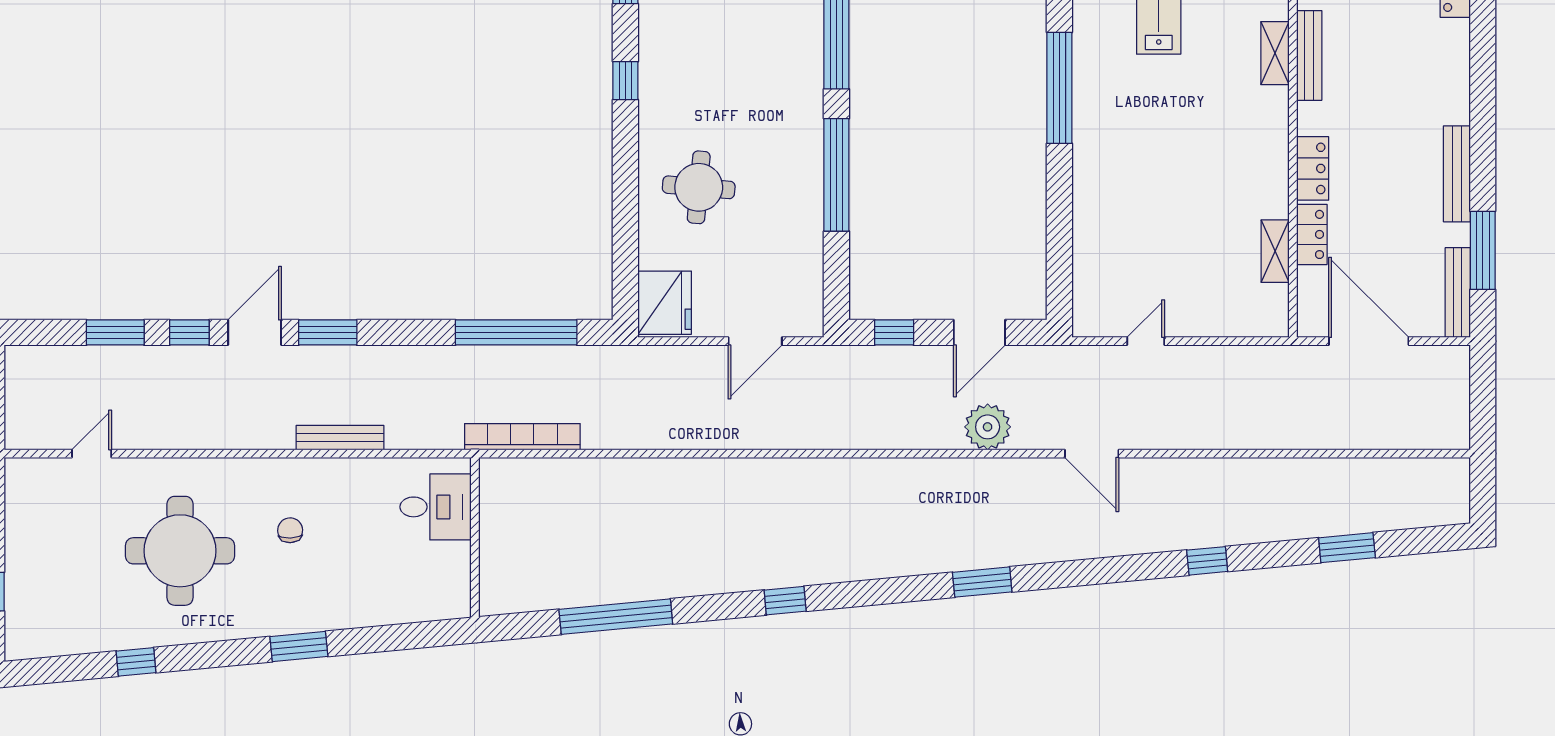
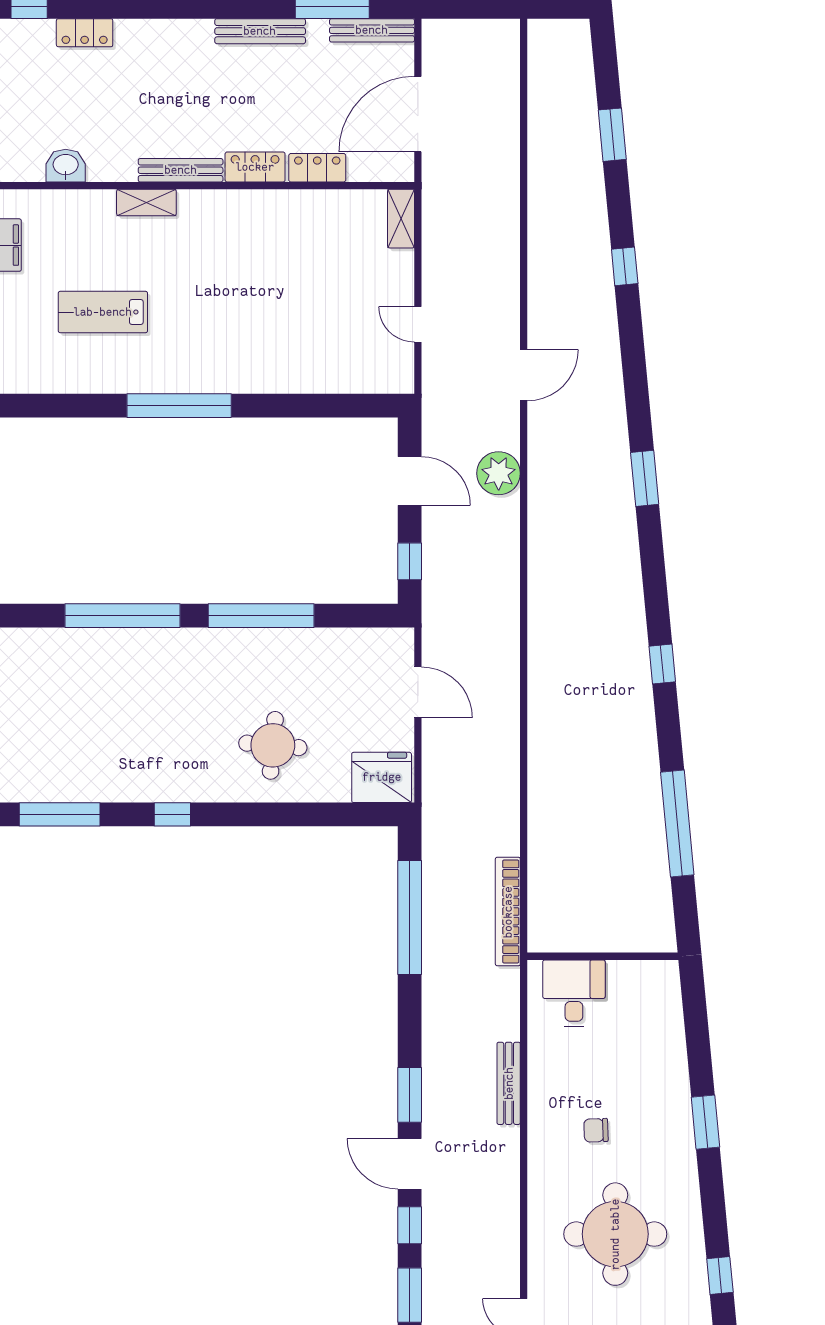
bench: (1309, 55) -> (181, 170), moved
shelving: (1275, 251) -> (401, 219), moved, turned 90

